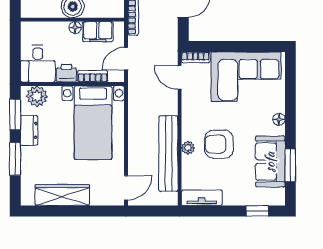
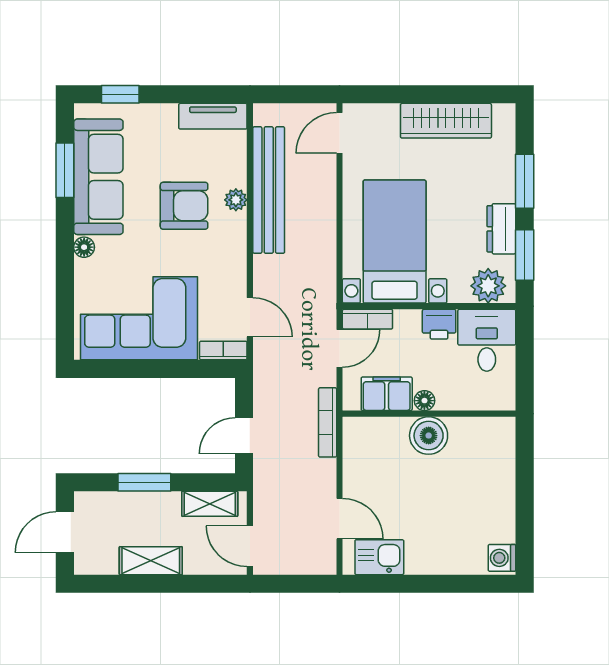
bookcase: (93, 76) -> (367, 319), moved
sofa: (270, 162) -> (98, 177), width x1.36

